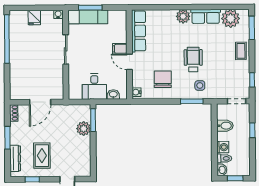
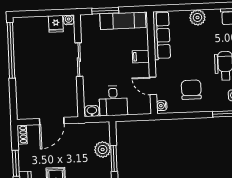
plant: (183, 16) -> (197, 17), moved
exam couch: (88, 17) -> (123, 21), moved
fridge: (34, 18) -> (56, 24), moved
door: (129, 62) -> (153, 86), moved
washbasin: (113, 94) -> (92, 111), moved
window: (93, 120) -> (114, 158), moved

